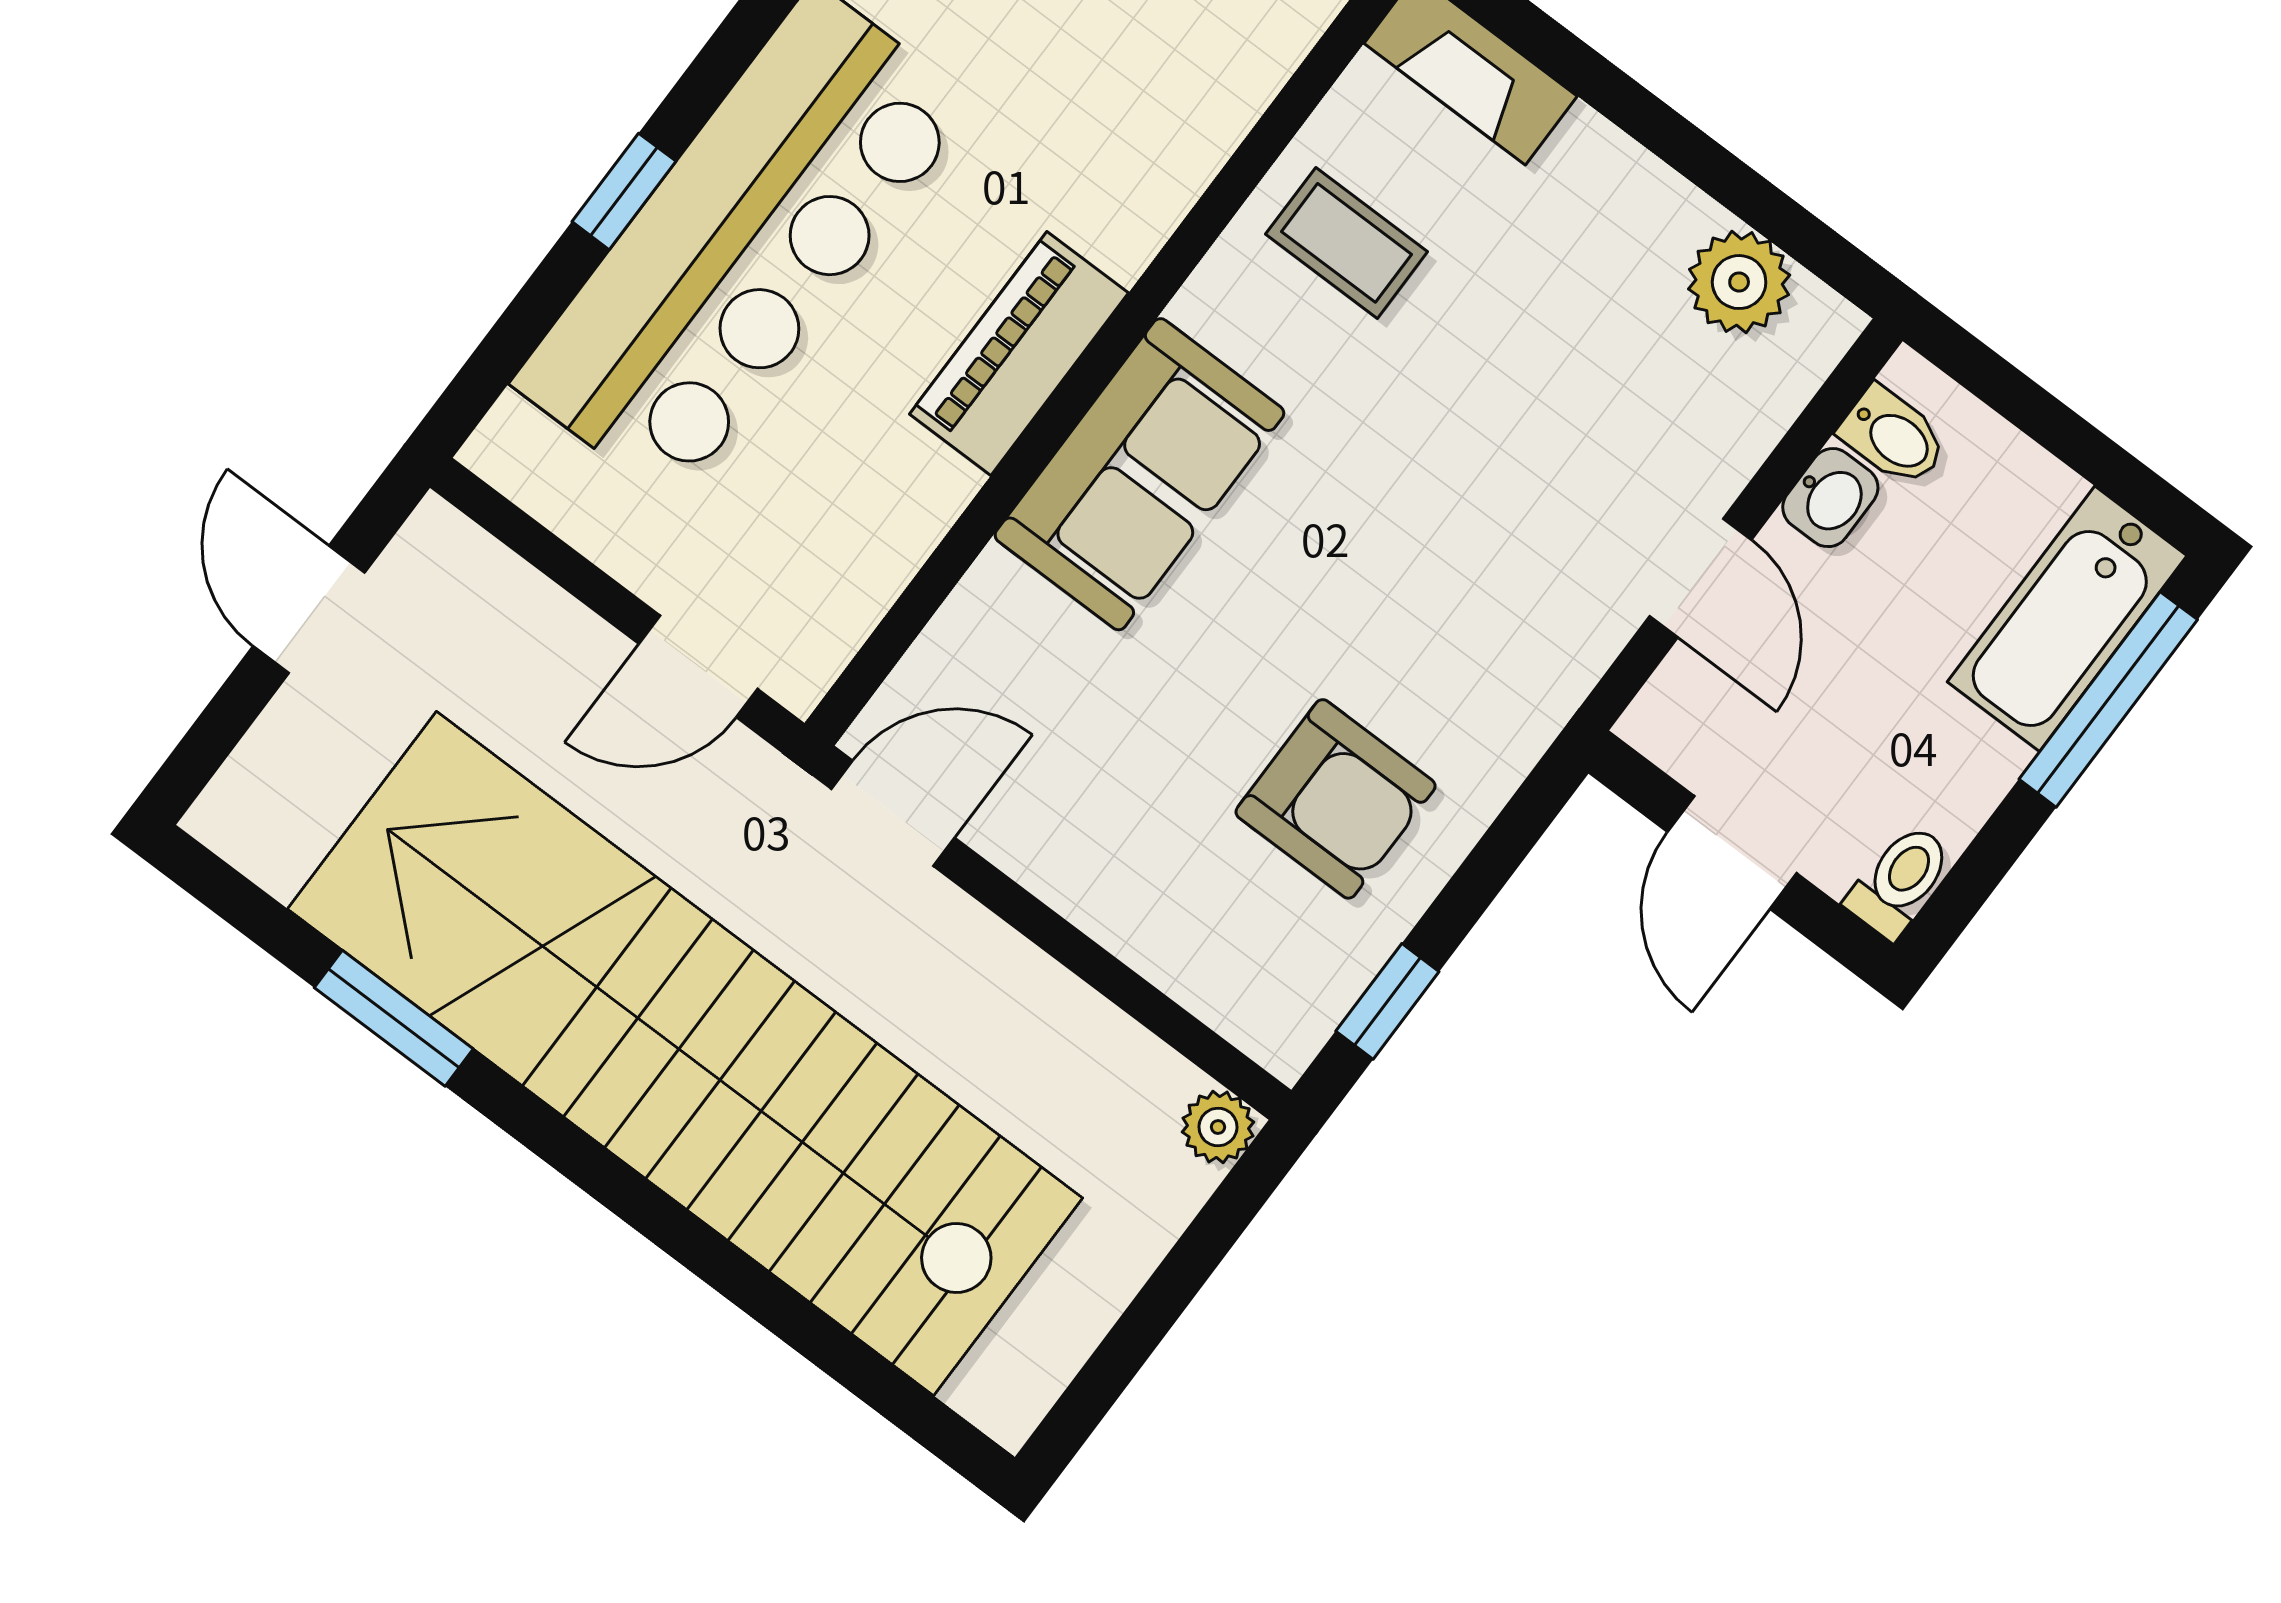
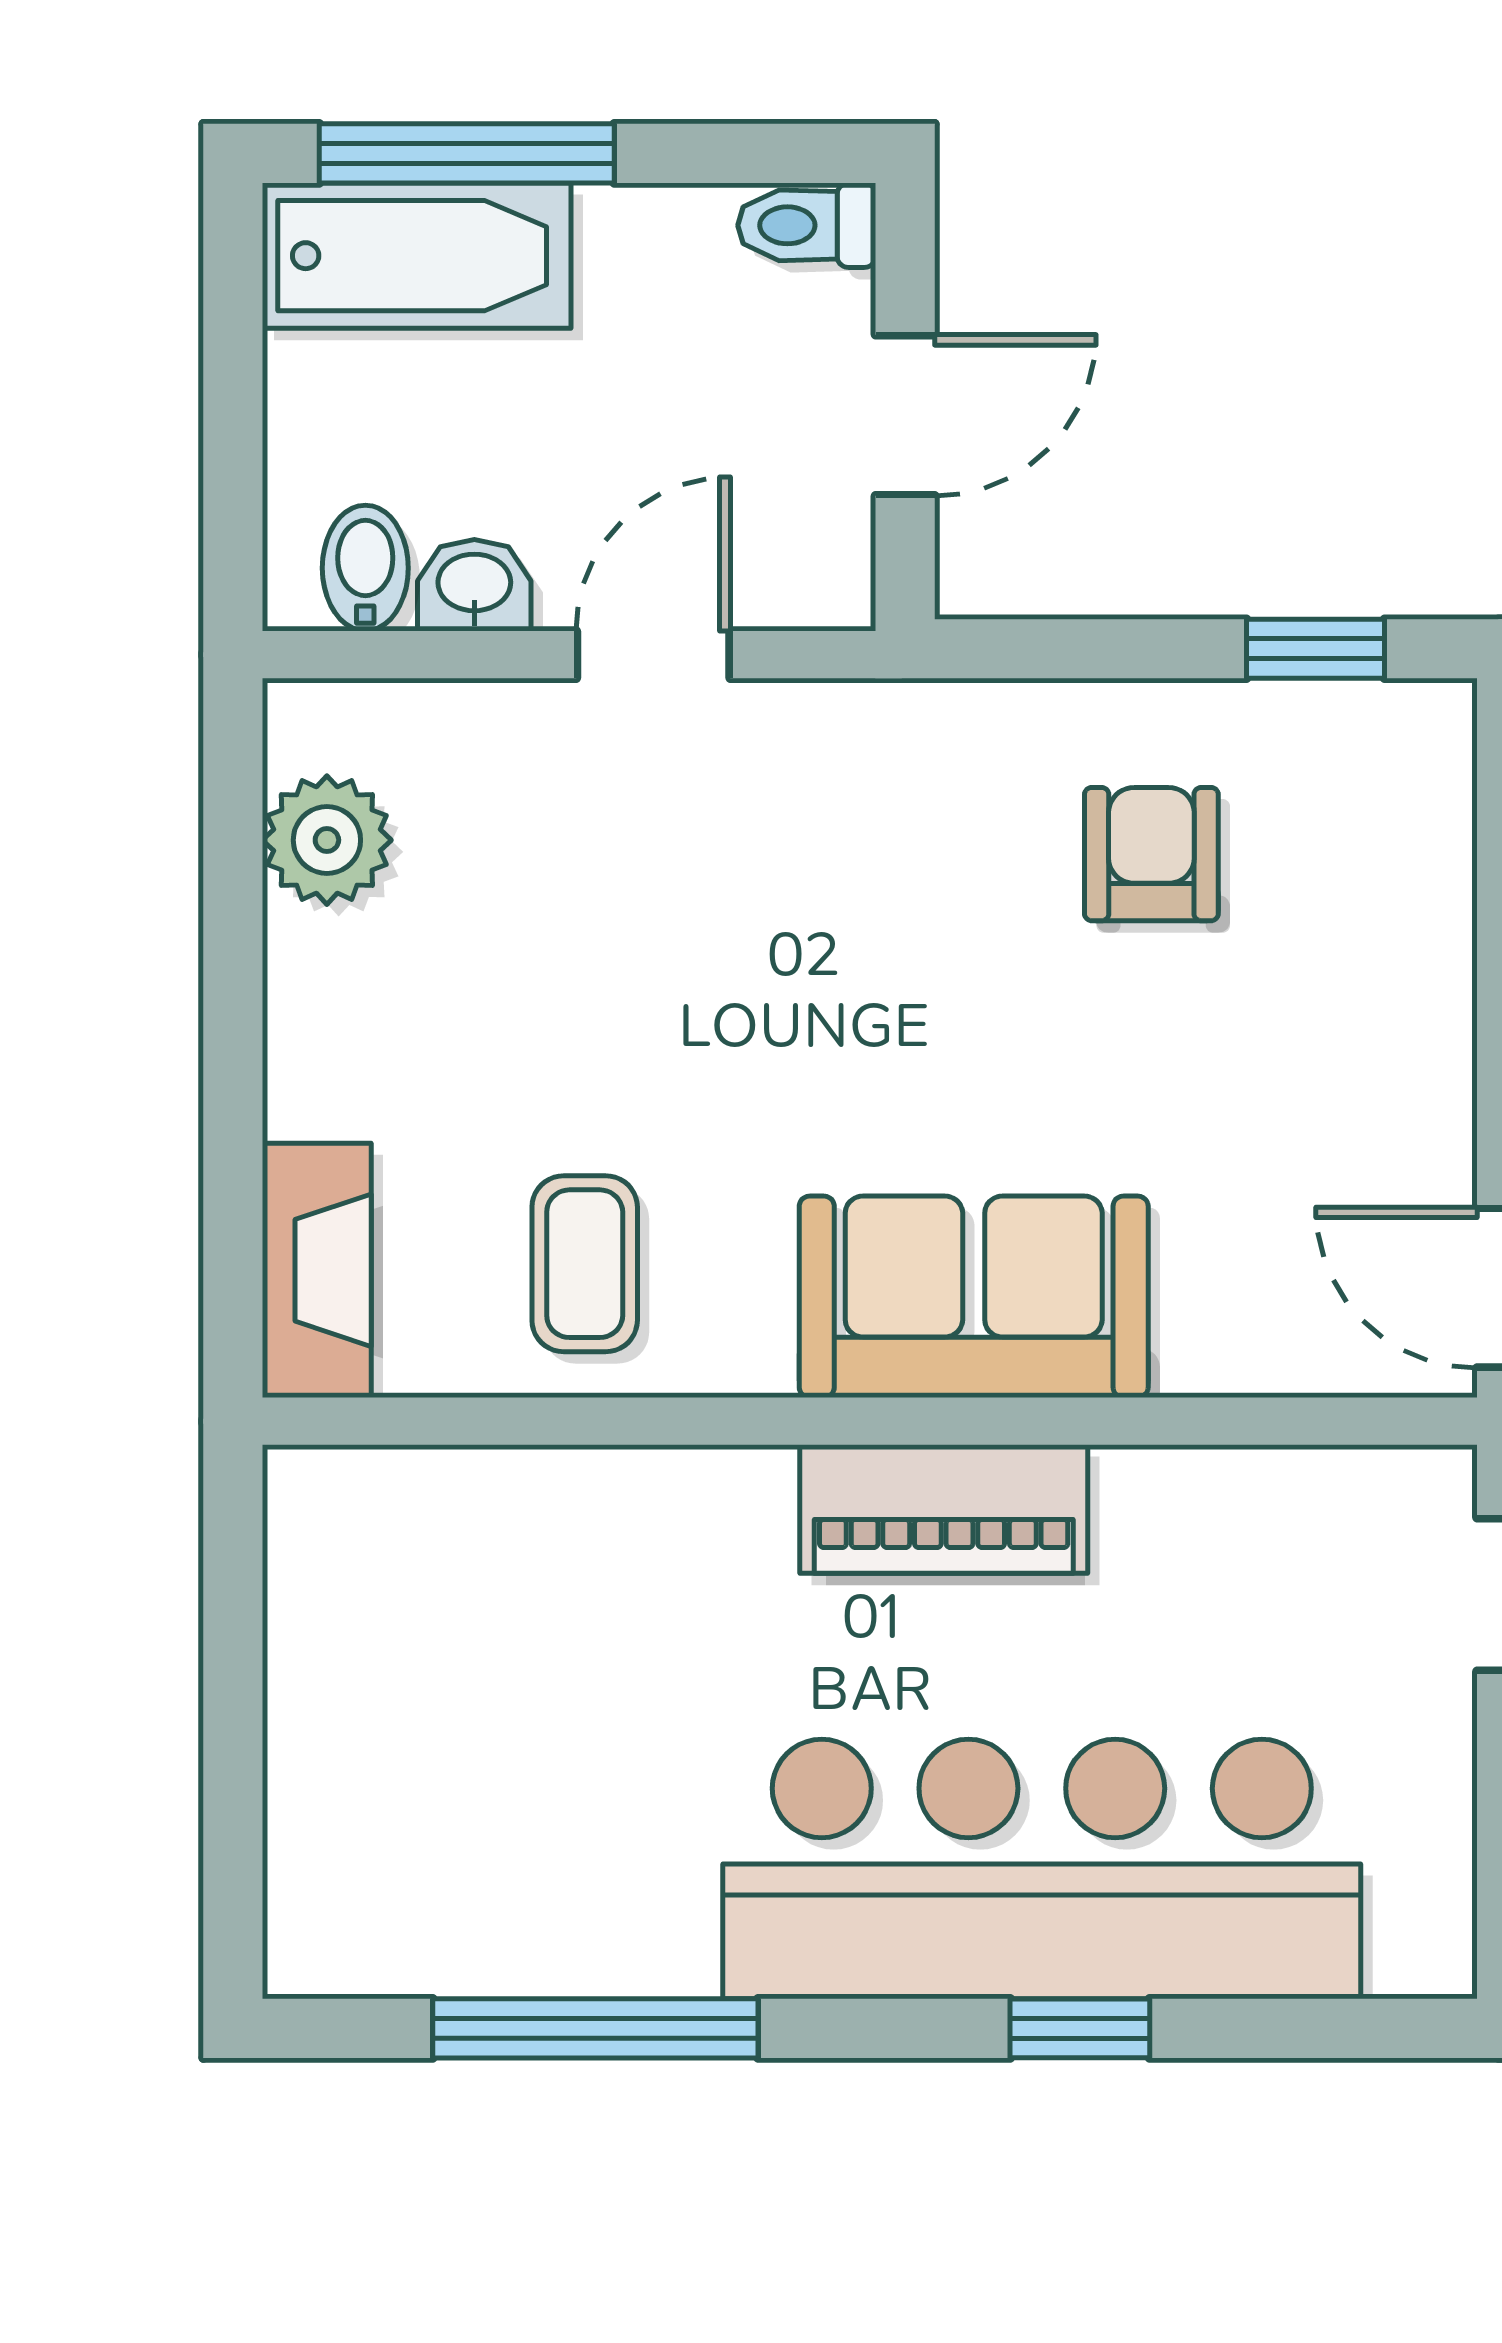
armchair: (1336, 799) -> (1151, 854), width x0.72, depth x0.72

